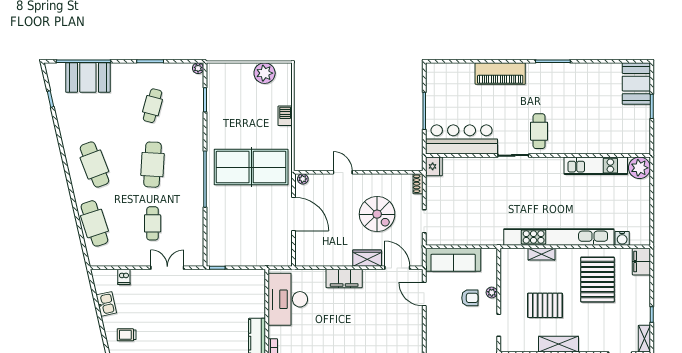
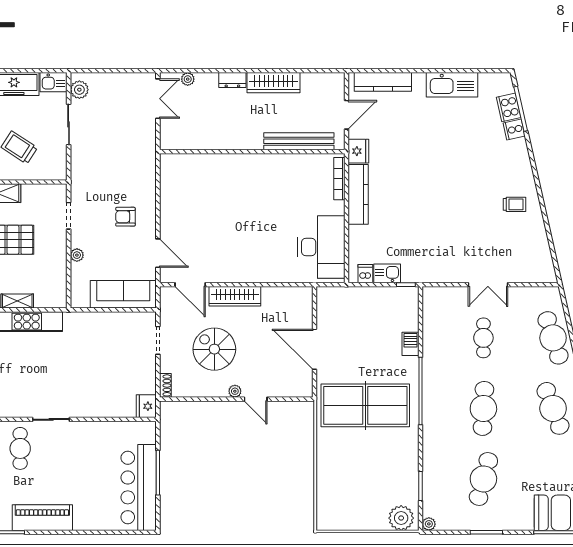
plant: (265, 73) -> (401, 518), moved
piano: (500, 74) -> (42, 518), moved
cafe table: (153, 106) -> (483, 479), width x1.37, depth x1.35
barbecue: (285, 116) -> (410, 344), moved, turned 180
bar counter: (462, 139) -> (139, 487), moved, turned 90
plant: (303, 179) -> (235, 391), moved
wardrobe: (367, 258) -> (235, 296), width x1.50
double door: (167, 268) -> (488, 285), moved
dishwasher: (124, 277) -> (365, 274), moved
filing cabinet: (344, 279) -> (254, 272), removed
armchair: (470, 298) -> (125, 217), moved
kitchen sink: (106, 304) -> (387, 273), moved, turned 103

